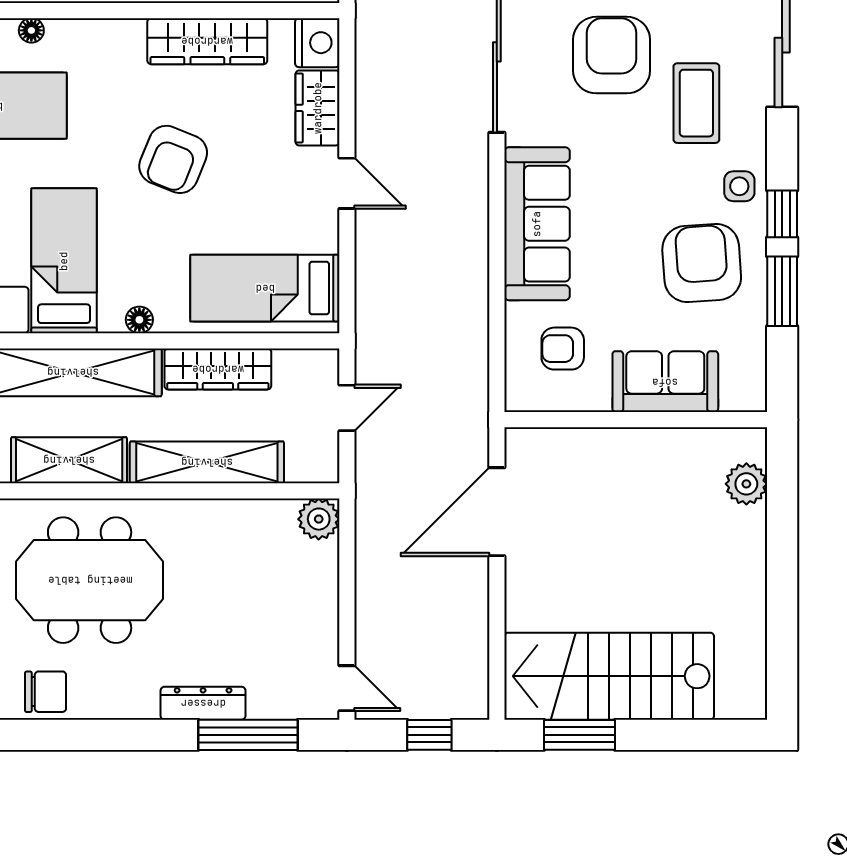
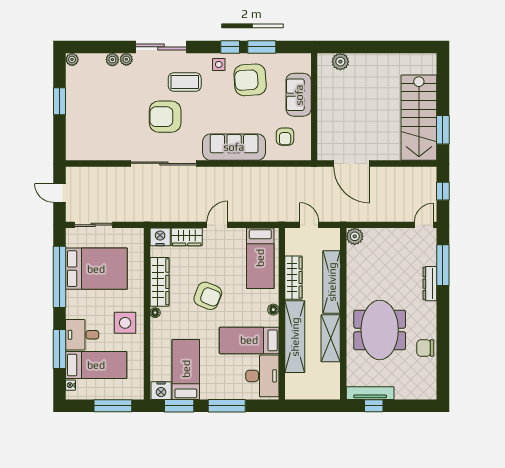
floor lamp: (31, 30) -> (155, 313), moved
chair: (46, 692) -> (425, 348), turned -90

